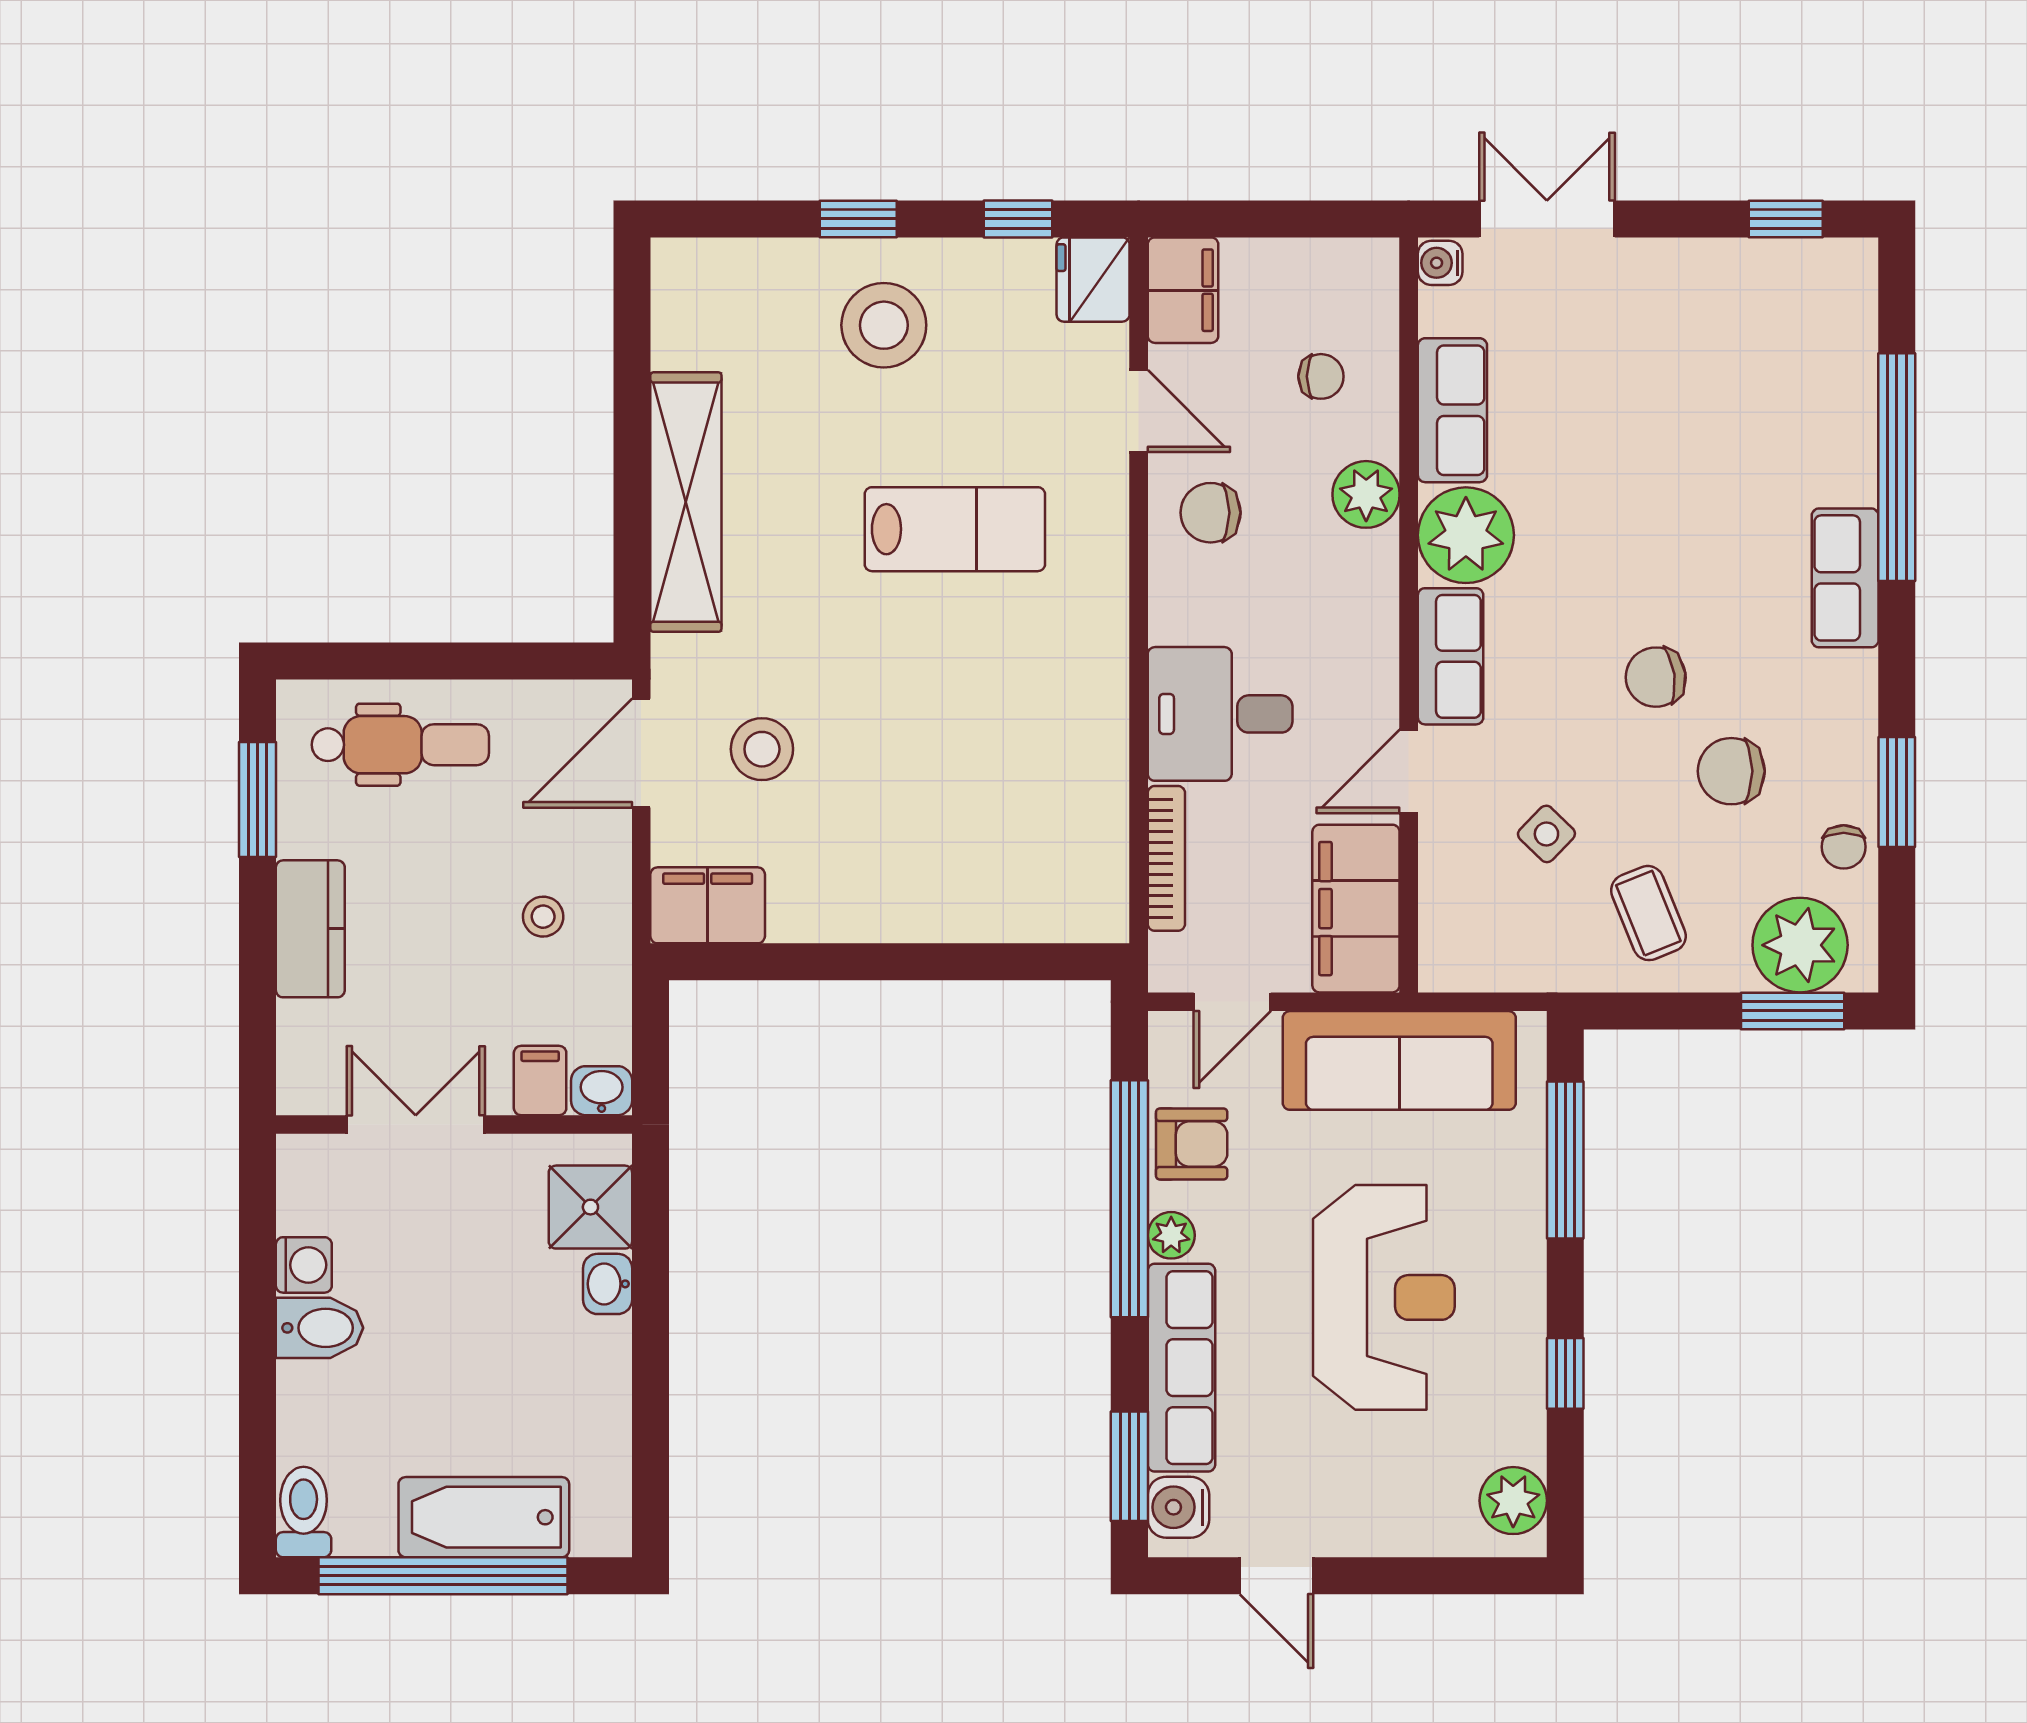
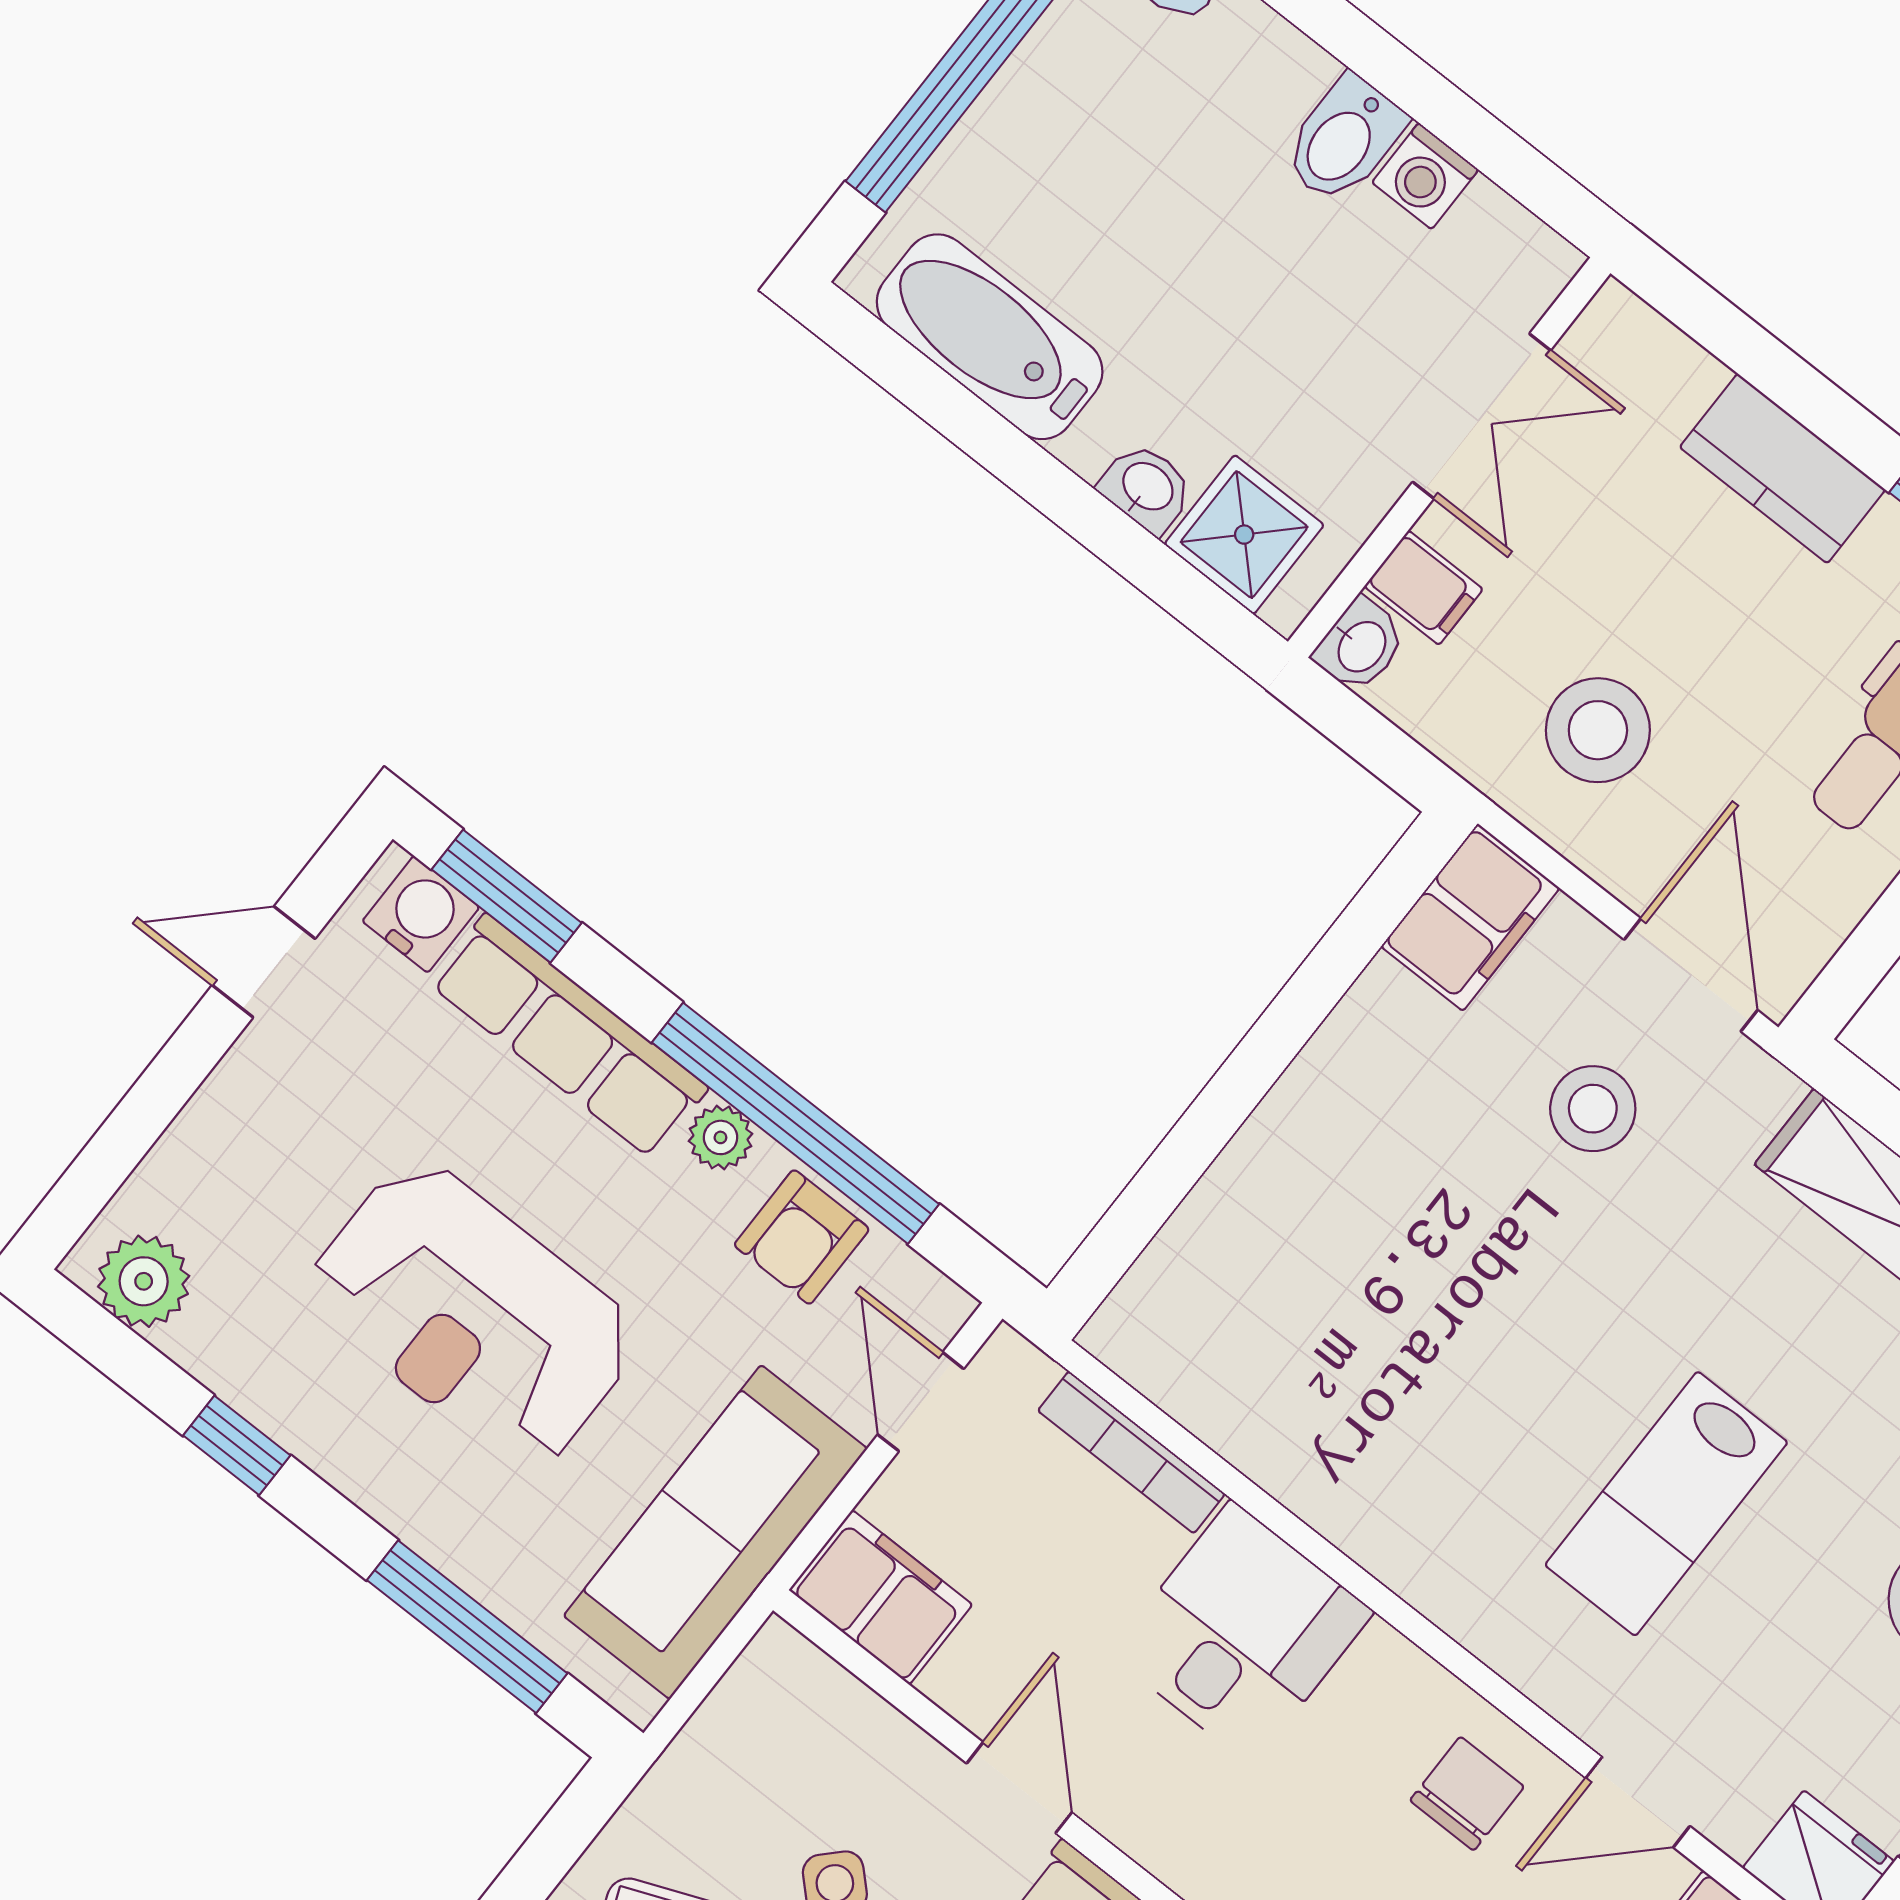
filing cabinet: (1356, 909) -> (881, 1597), width x0.67, depth x0.86
stool: (543, 917) -> (1598, 730), width x1.89, depth x1.89
bathtub: (484, 1517) -> (990, 337), moved, turned -90

